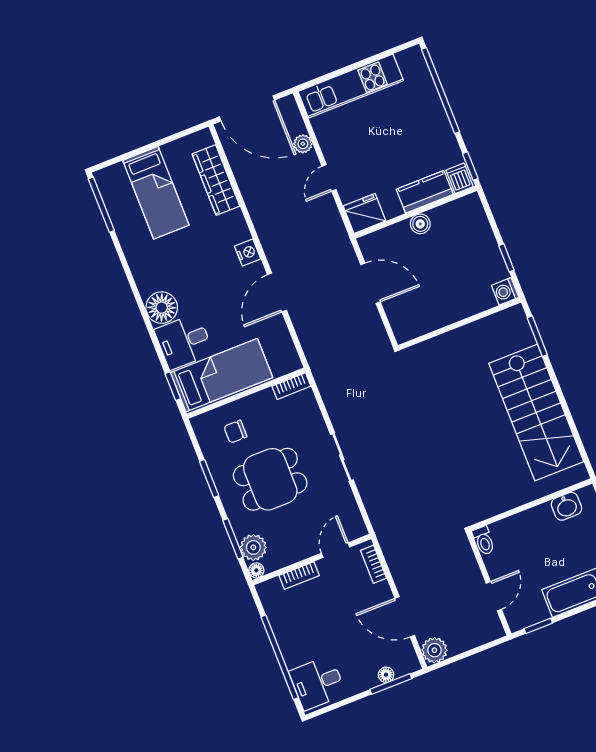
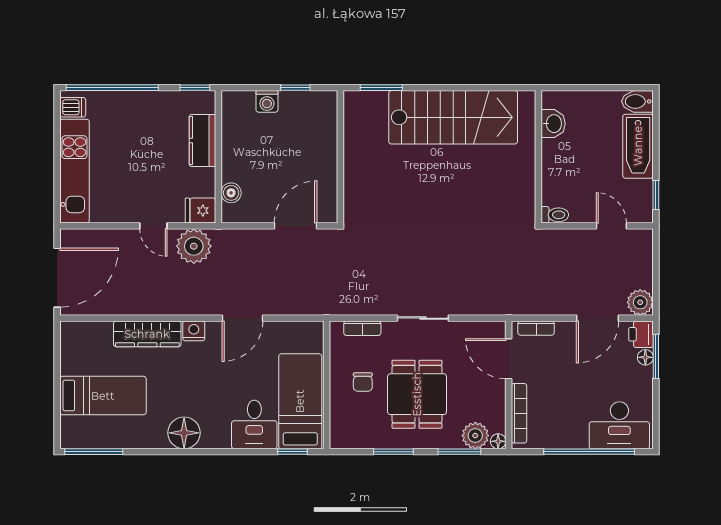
plant: (303, 144) -> (194, 246), moved, width x1.87, depth x1.87
dishwasher: (460, 178) -> (73, 107), moved, turned 180
wardrobe: (216, 180) -> (147, 334), moved
fridge: (365, 213) -> (200, 210), width x0.72
boiler: (420, 224) -> (231, 193), moved
door: (371, 283) -> (296, 226), moved
washing machine: (505, 291) -> (267, 101), moved
door: (277, 292) -> (242, 318), hinge flipped
floor lamp: (162, 308) -> (184, 433), moved
bookcase: (291, 386) -> (362, 328), moved, turned 90
chair: (235, 432) -> (363, 382), moved
door: (336, 550) -> (509, 359), width x1.37
bookcase: (299, 575) -> (519, 413), width x1.56
printer: (406, 662) -> (641, 334), added
desk: (318, 683) -> (619, 425), width x1.37

